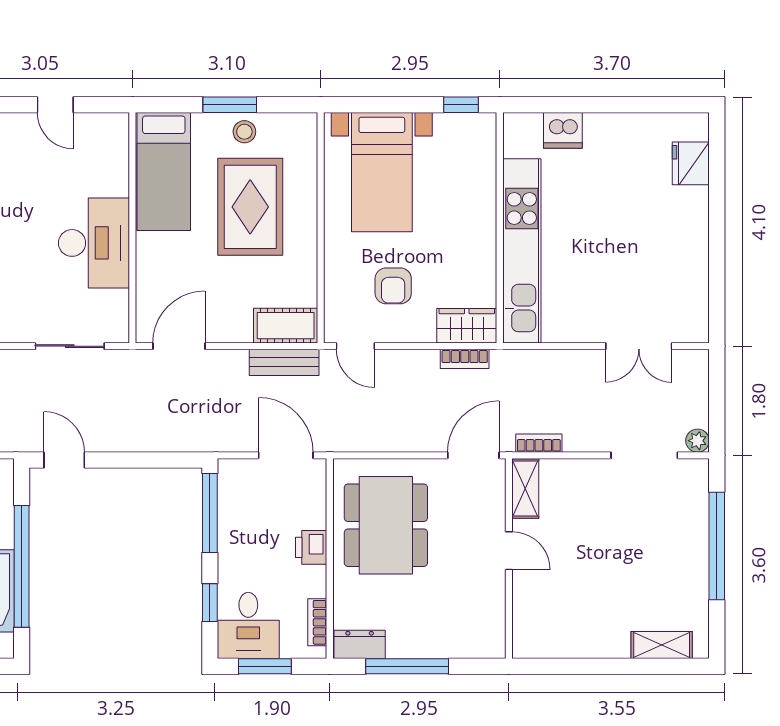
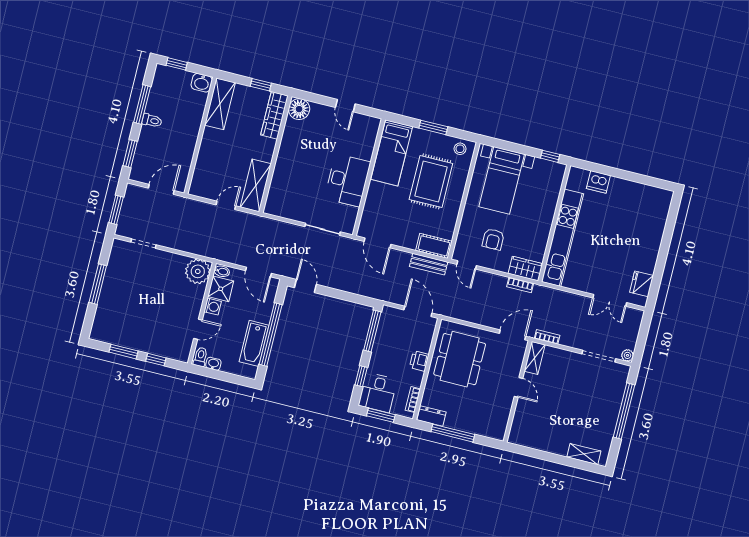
stool: (244, 132) -> (460, 149), moved
fridge: (691, 163) -> (642, 284), moved
door: (179, 346) -> (378, 243), swing flipped

